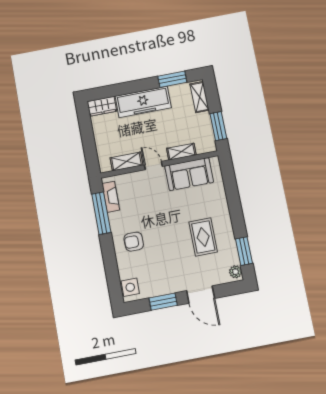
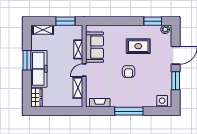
window: (172, 79) -> (27, 60), moved
window: (101, 213) -> (129, 111), moved
armchair: (134, 242) -> (129, 72), moved

